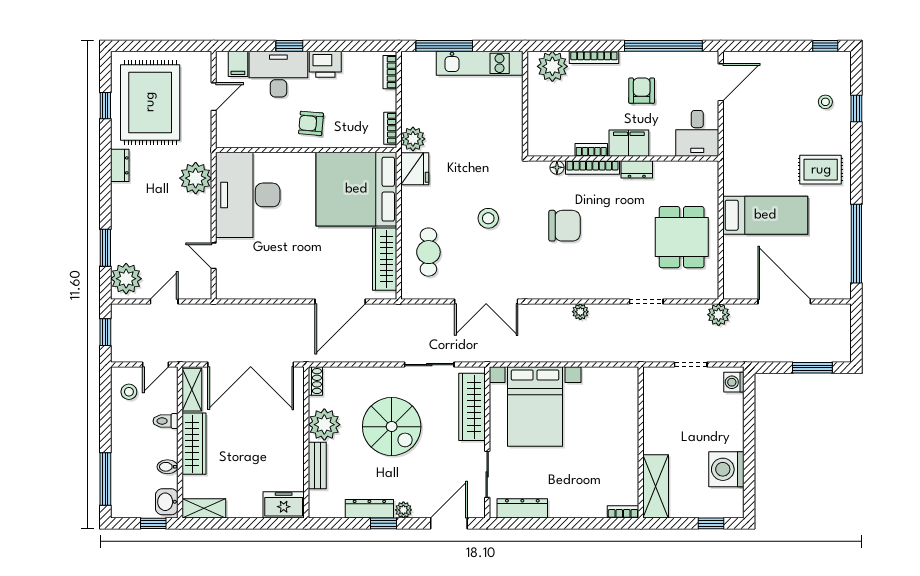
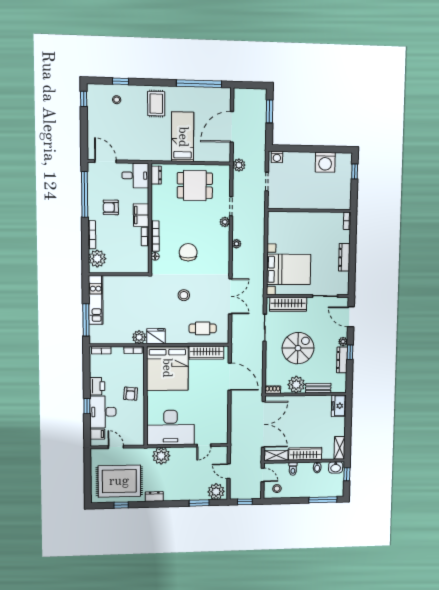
dresser: (637, 169) -> (156, 175), moved
plant: (619, 290) -> (225, 222), added
shelving: (656, 486) -> (334, 202), removed
dresser: (522, 508) -> (344, 257), moved

